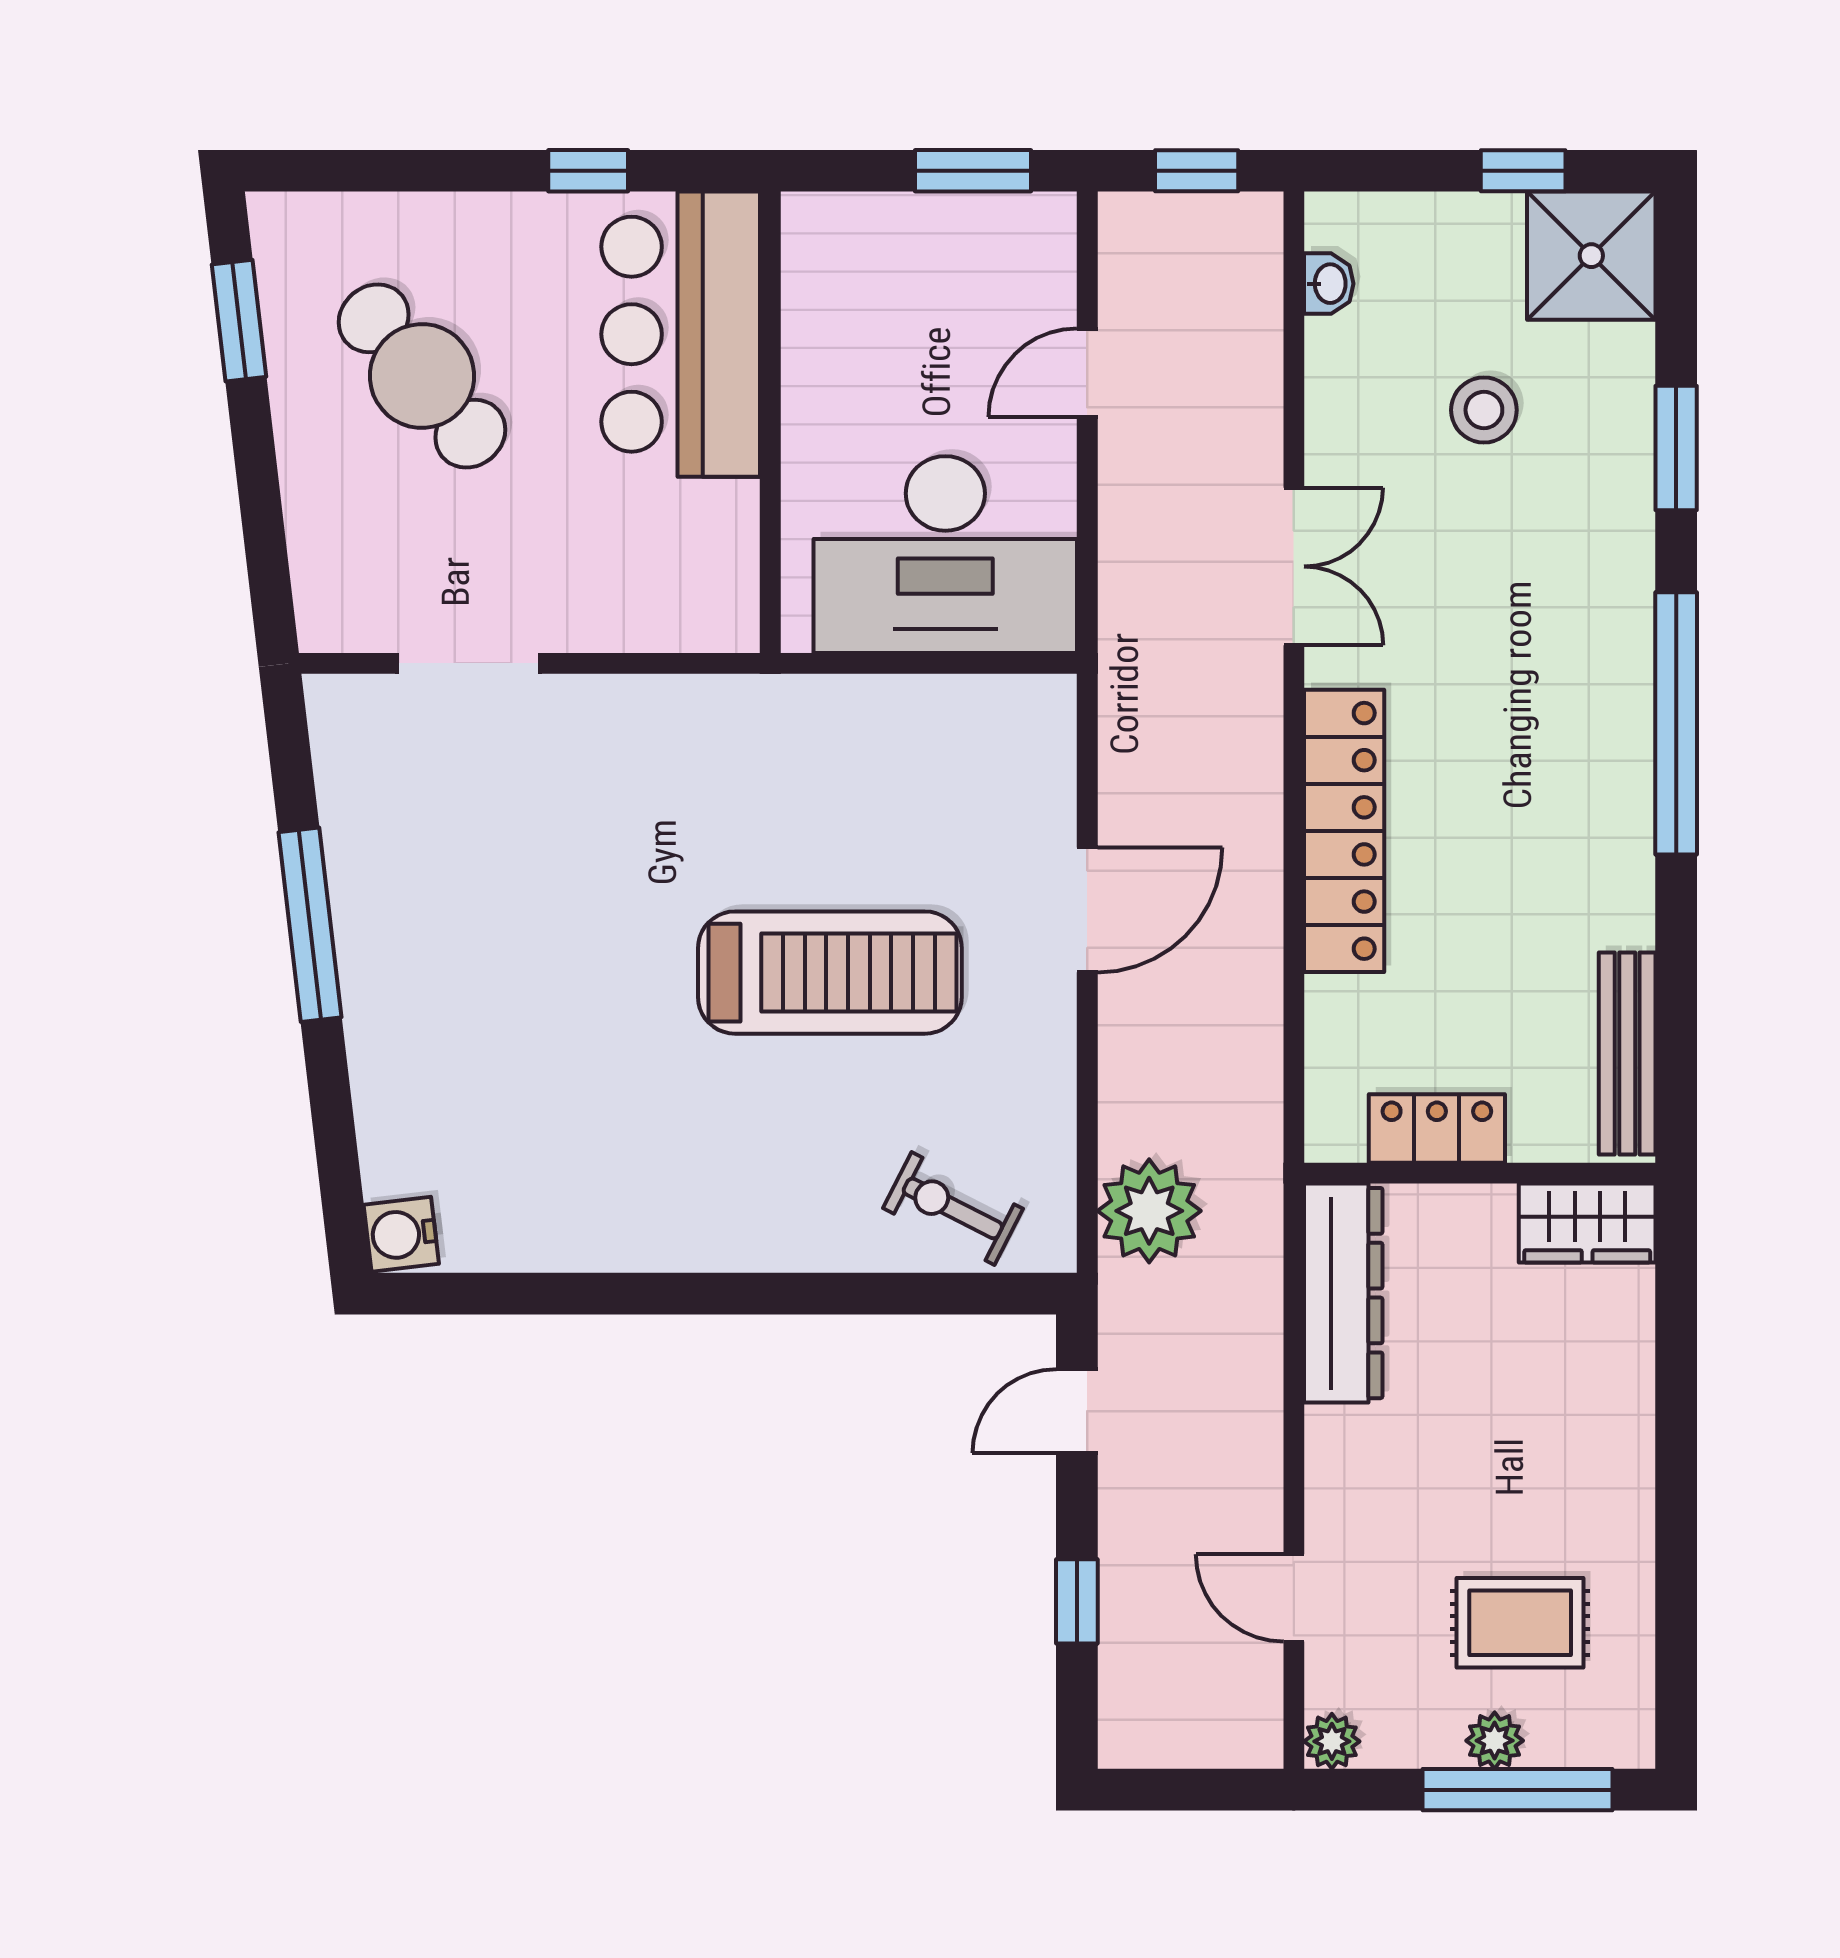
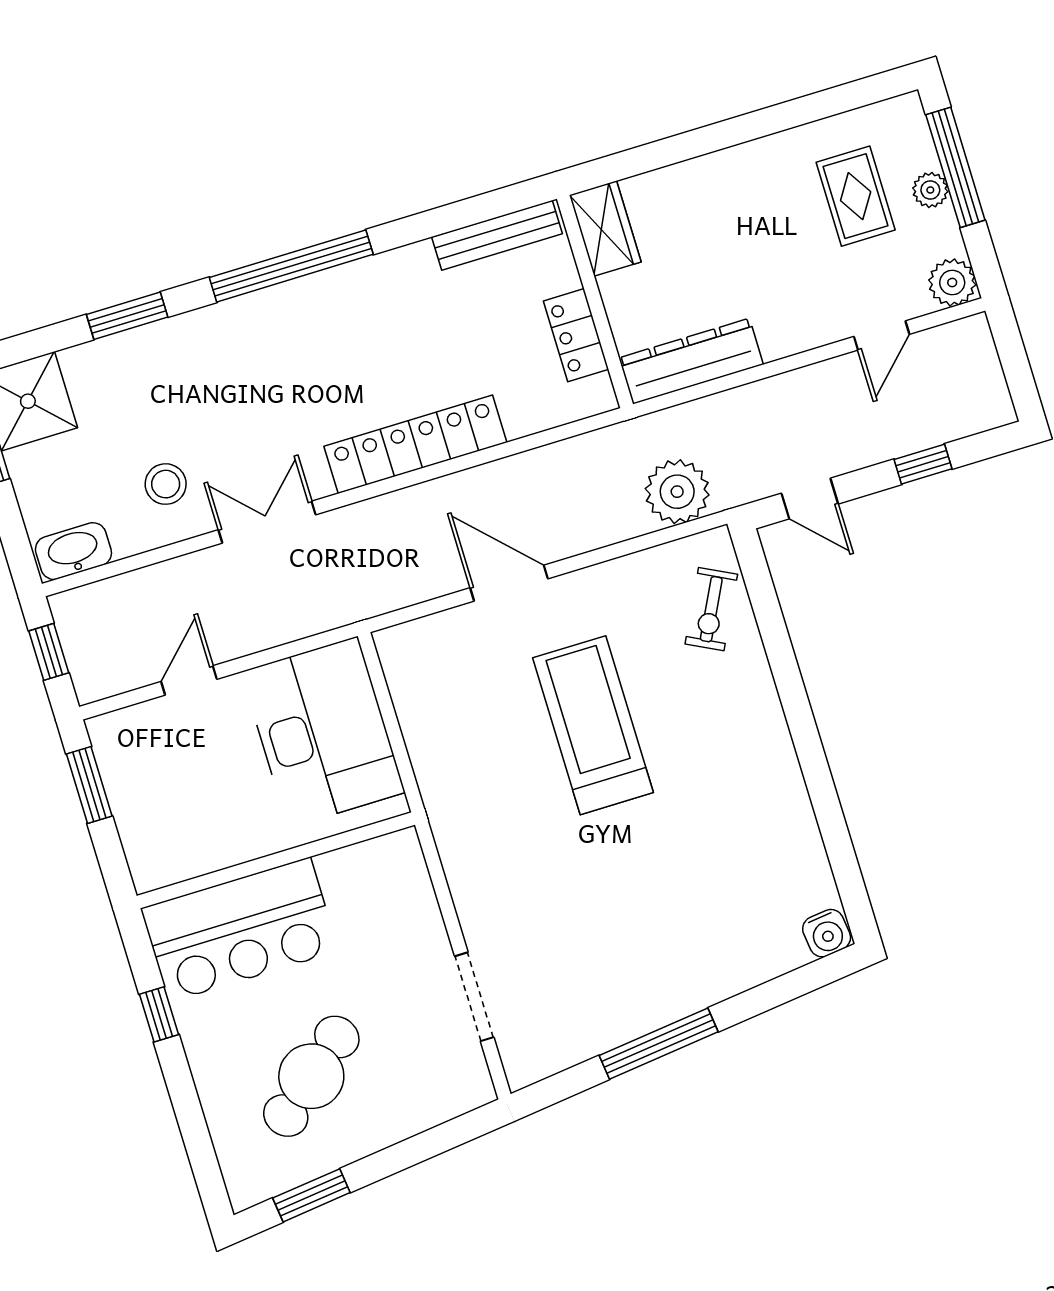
washbasin: (1329, 284) -> (73, 551), width x1.91, depth x1.45
door: (1087, 373) -> (189, 680), swing flipped
stool: (1484, 410) -> (166, 484), moved
plant: (1332, 1741) -> (952, 283), width x1.38, depth x1.38

